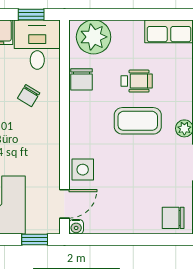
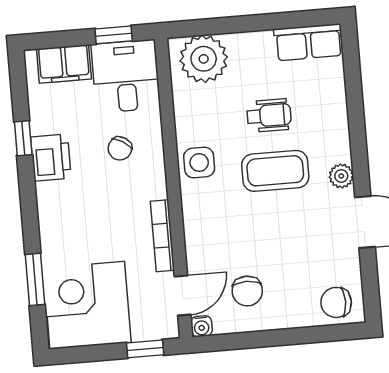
chair: (82, 79) -> (247, 291), moved
bookcase: (54, 160) -> (162, 236), added
side table: (83, 170) -> (199, 163), moved

